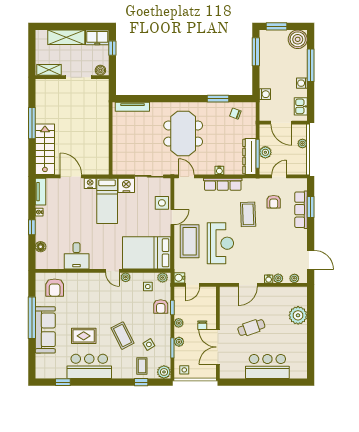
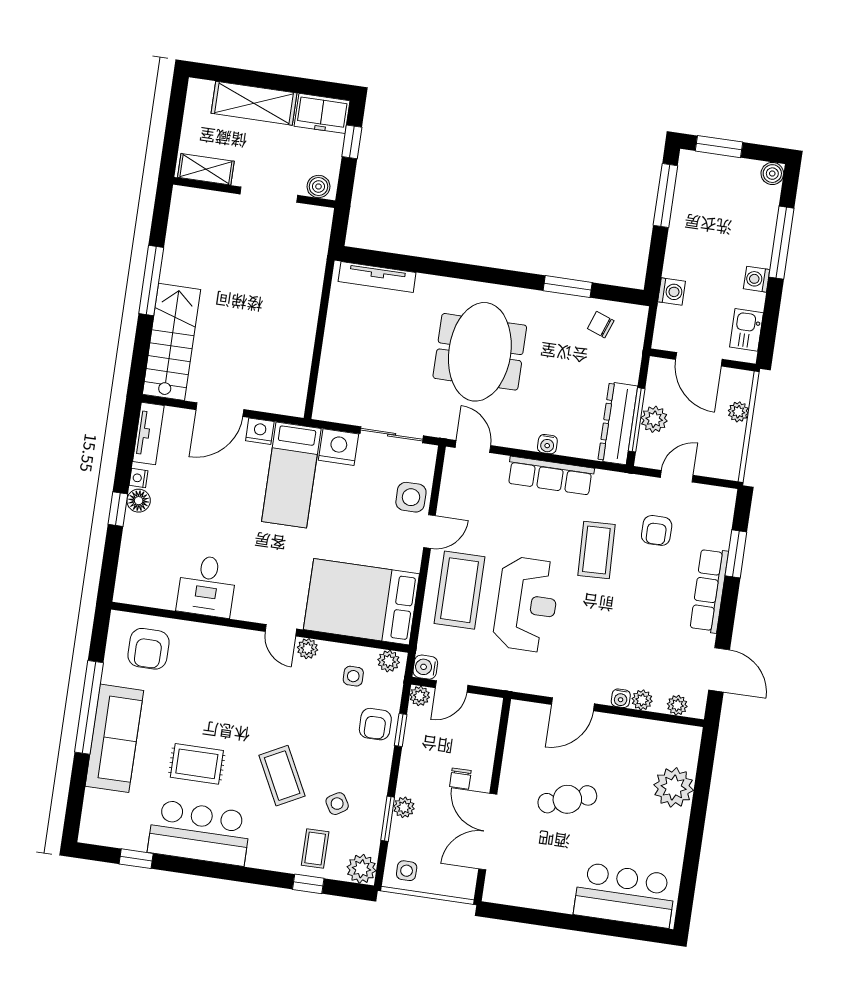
boiler: (298, 39) -> (772, 174), width x0.54, depth x0.54
door: (71, 176) -> (220, 410), swing flipped
row of seats: (301, 210) -> (709, 590), moved
floor lamp: (41, 247) -> (139, 501), moved
plant: (179, 323) -> (420, 696), moved
bar counter: (267, 367) -> (625, 895), moved

